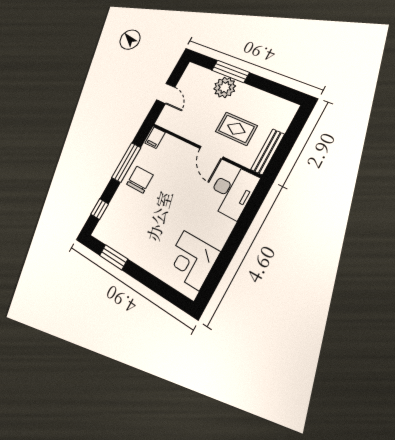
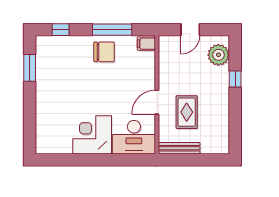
window: (230, 71) -> (235, 79), width x0.46
plant: (225, 87) -> (218, 55), moved
corner desk: (191, 260) -> (92, 135), moved

